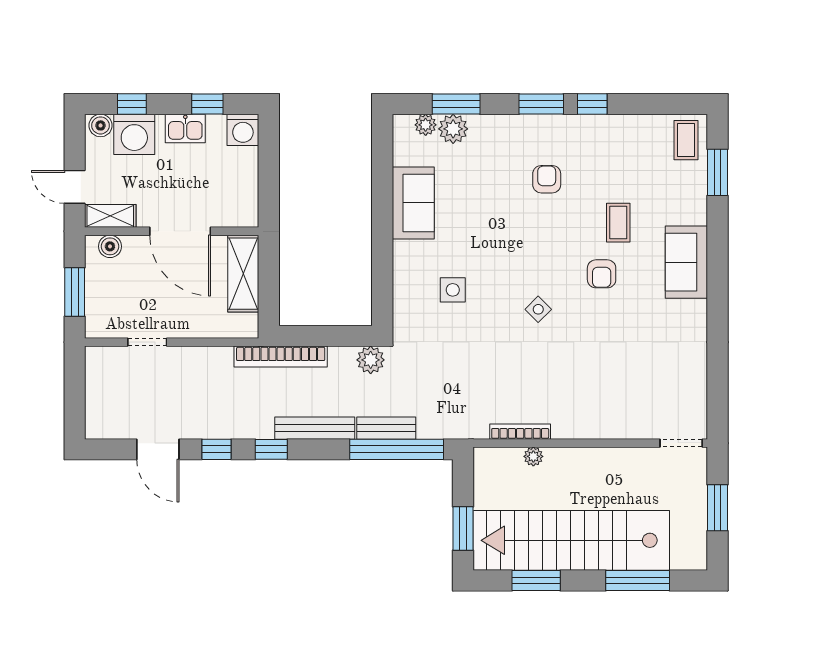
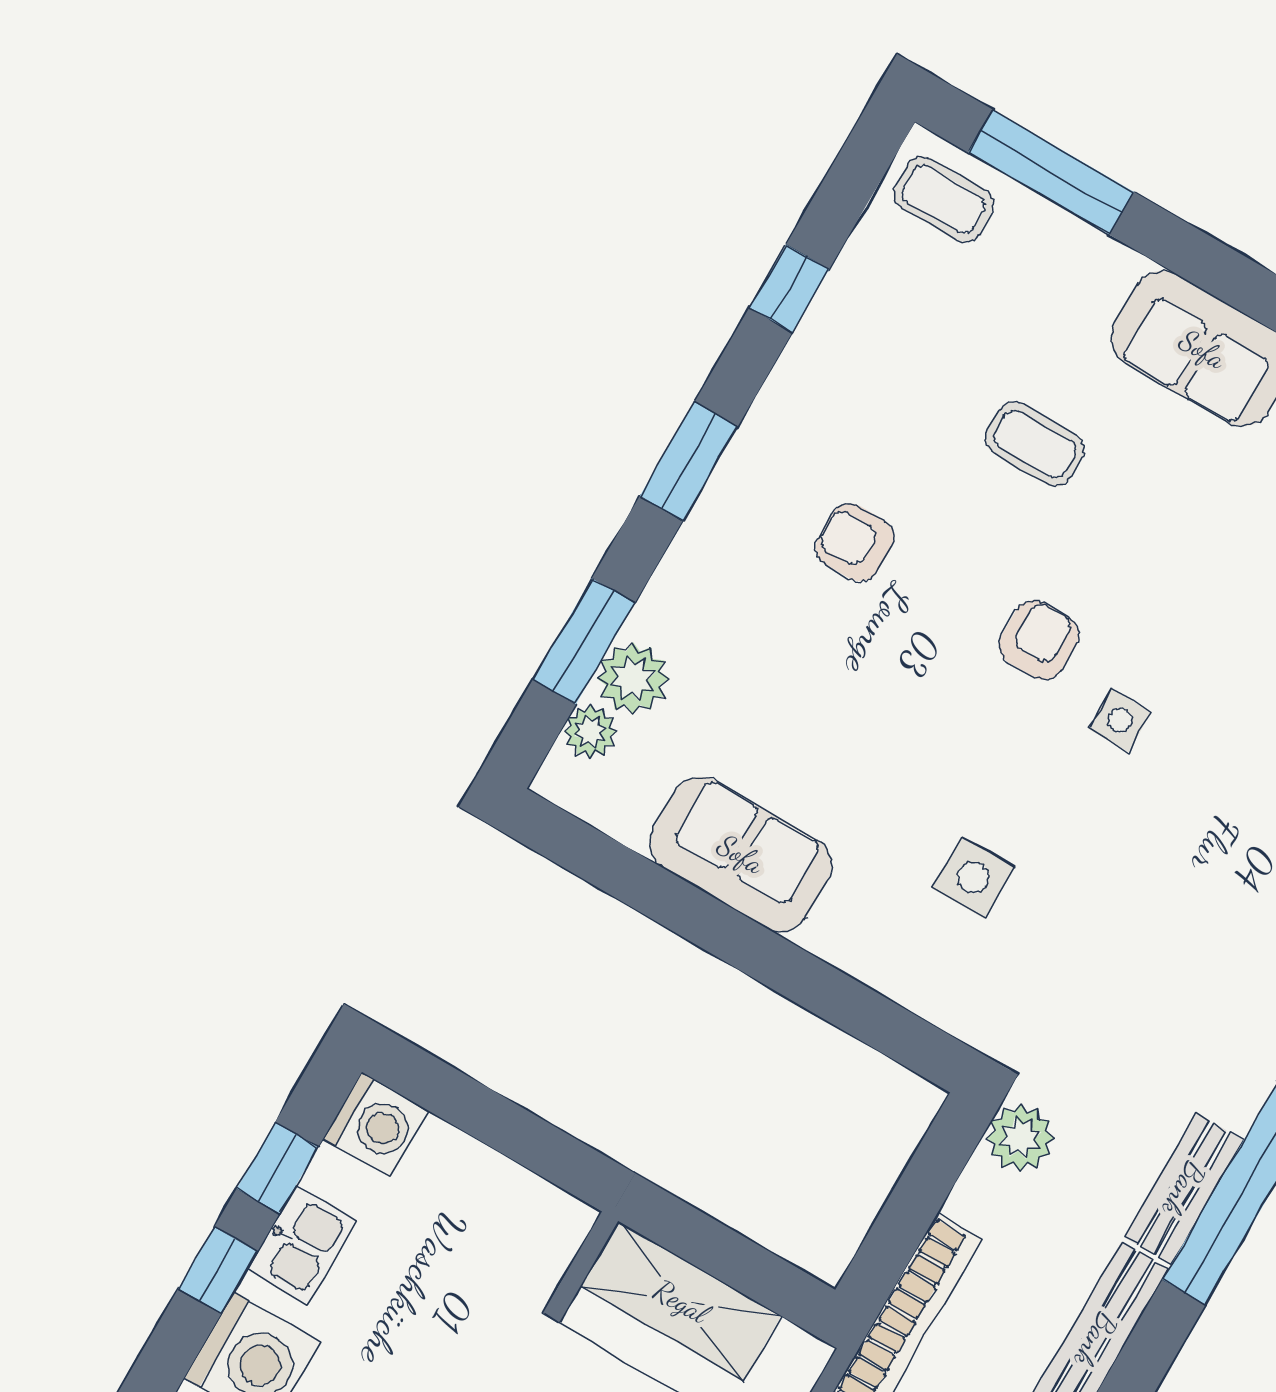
window: (132, 104) -> (218, 1270), moved
window: (592, 104) -> (789, 288), moved
window: (718, 172) -> (1051, 172), width x1.44
armchair: (602, 274) -> (1039, 640), moved, turned -90
side table: (538, 309) -> (1120, 721), turned 45

